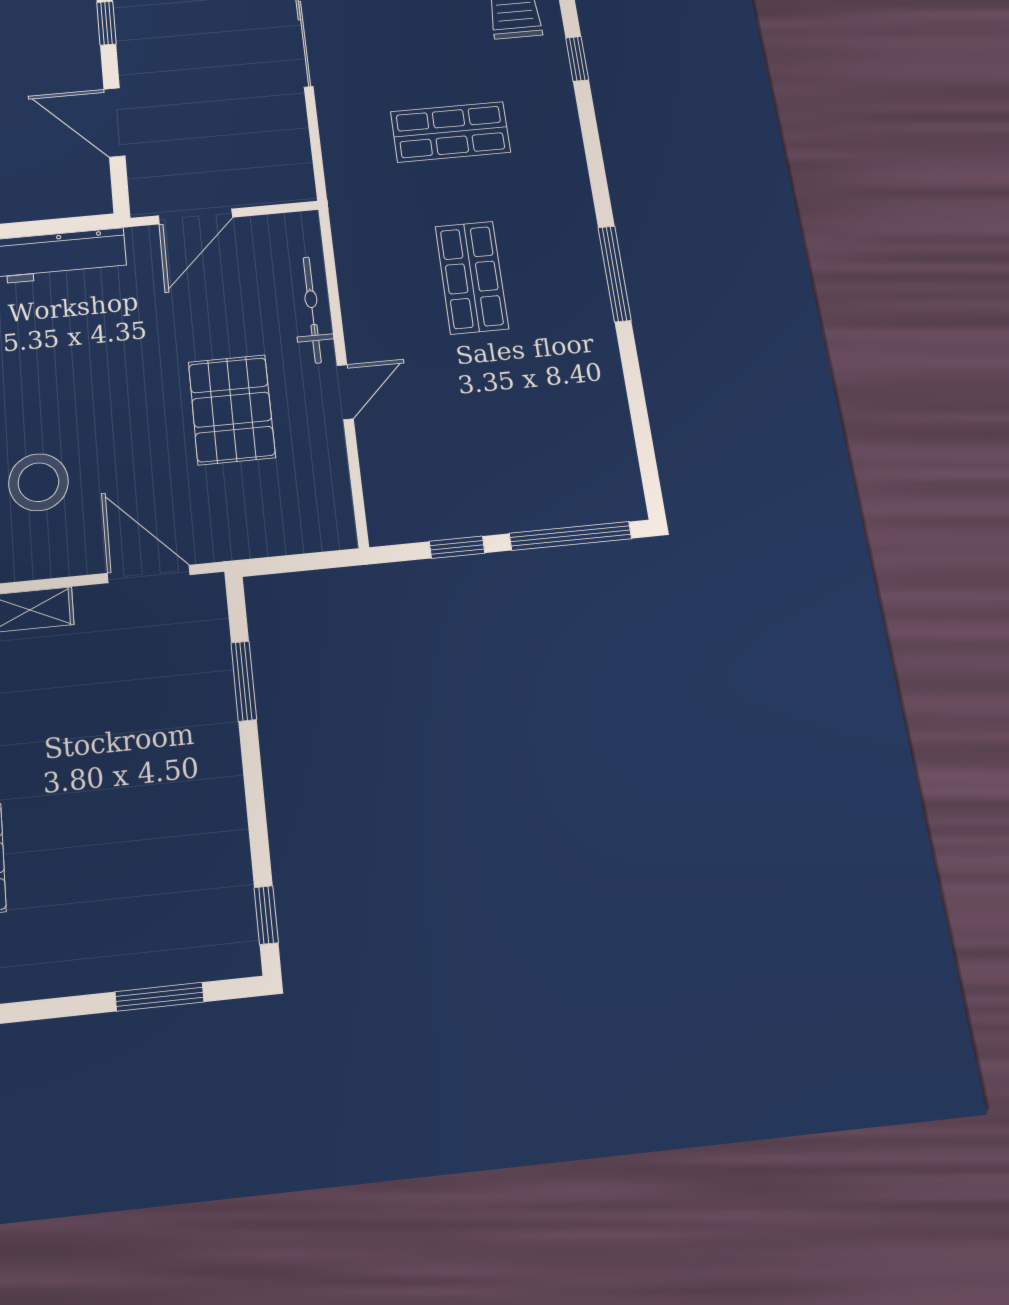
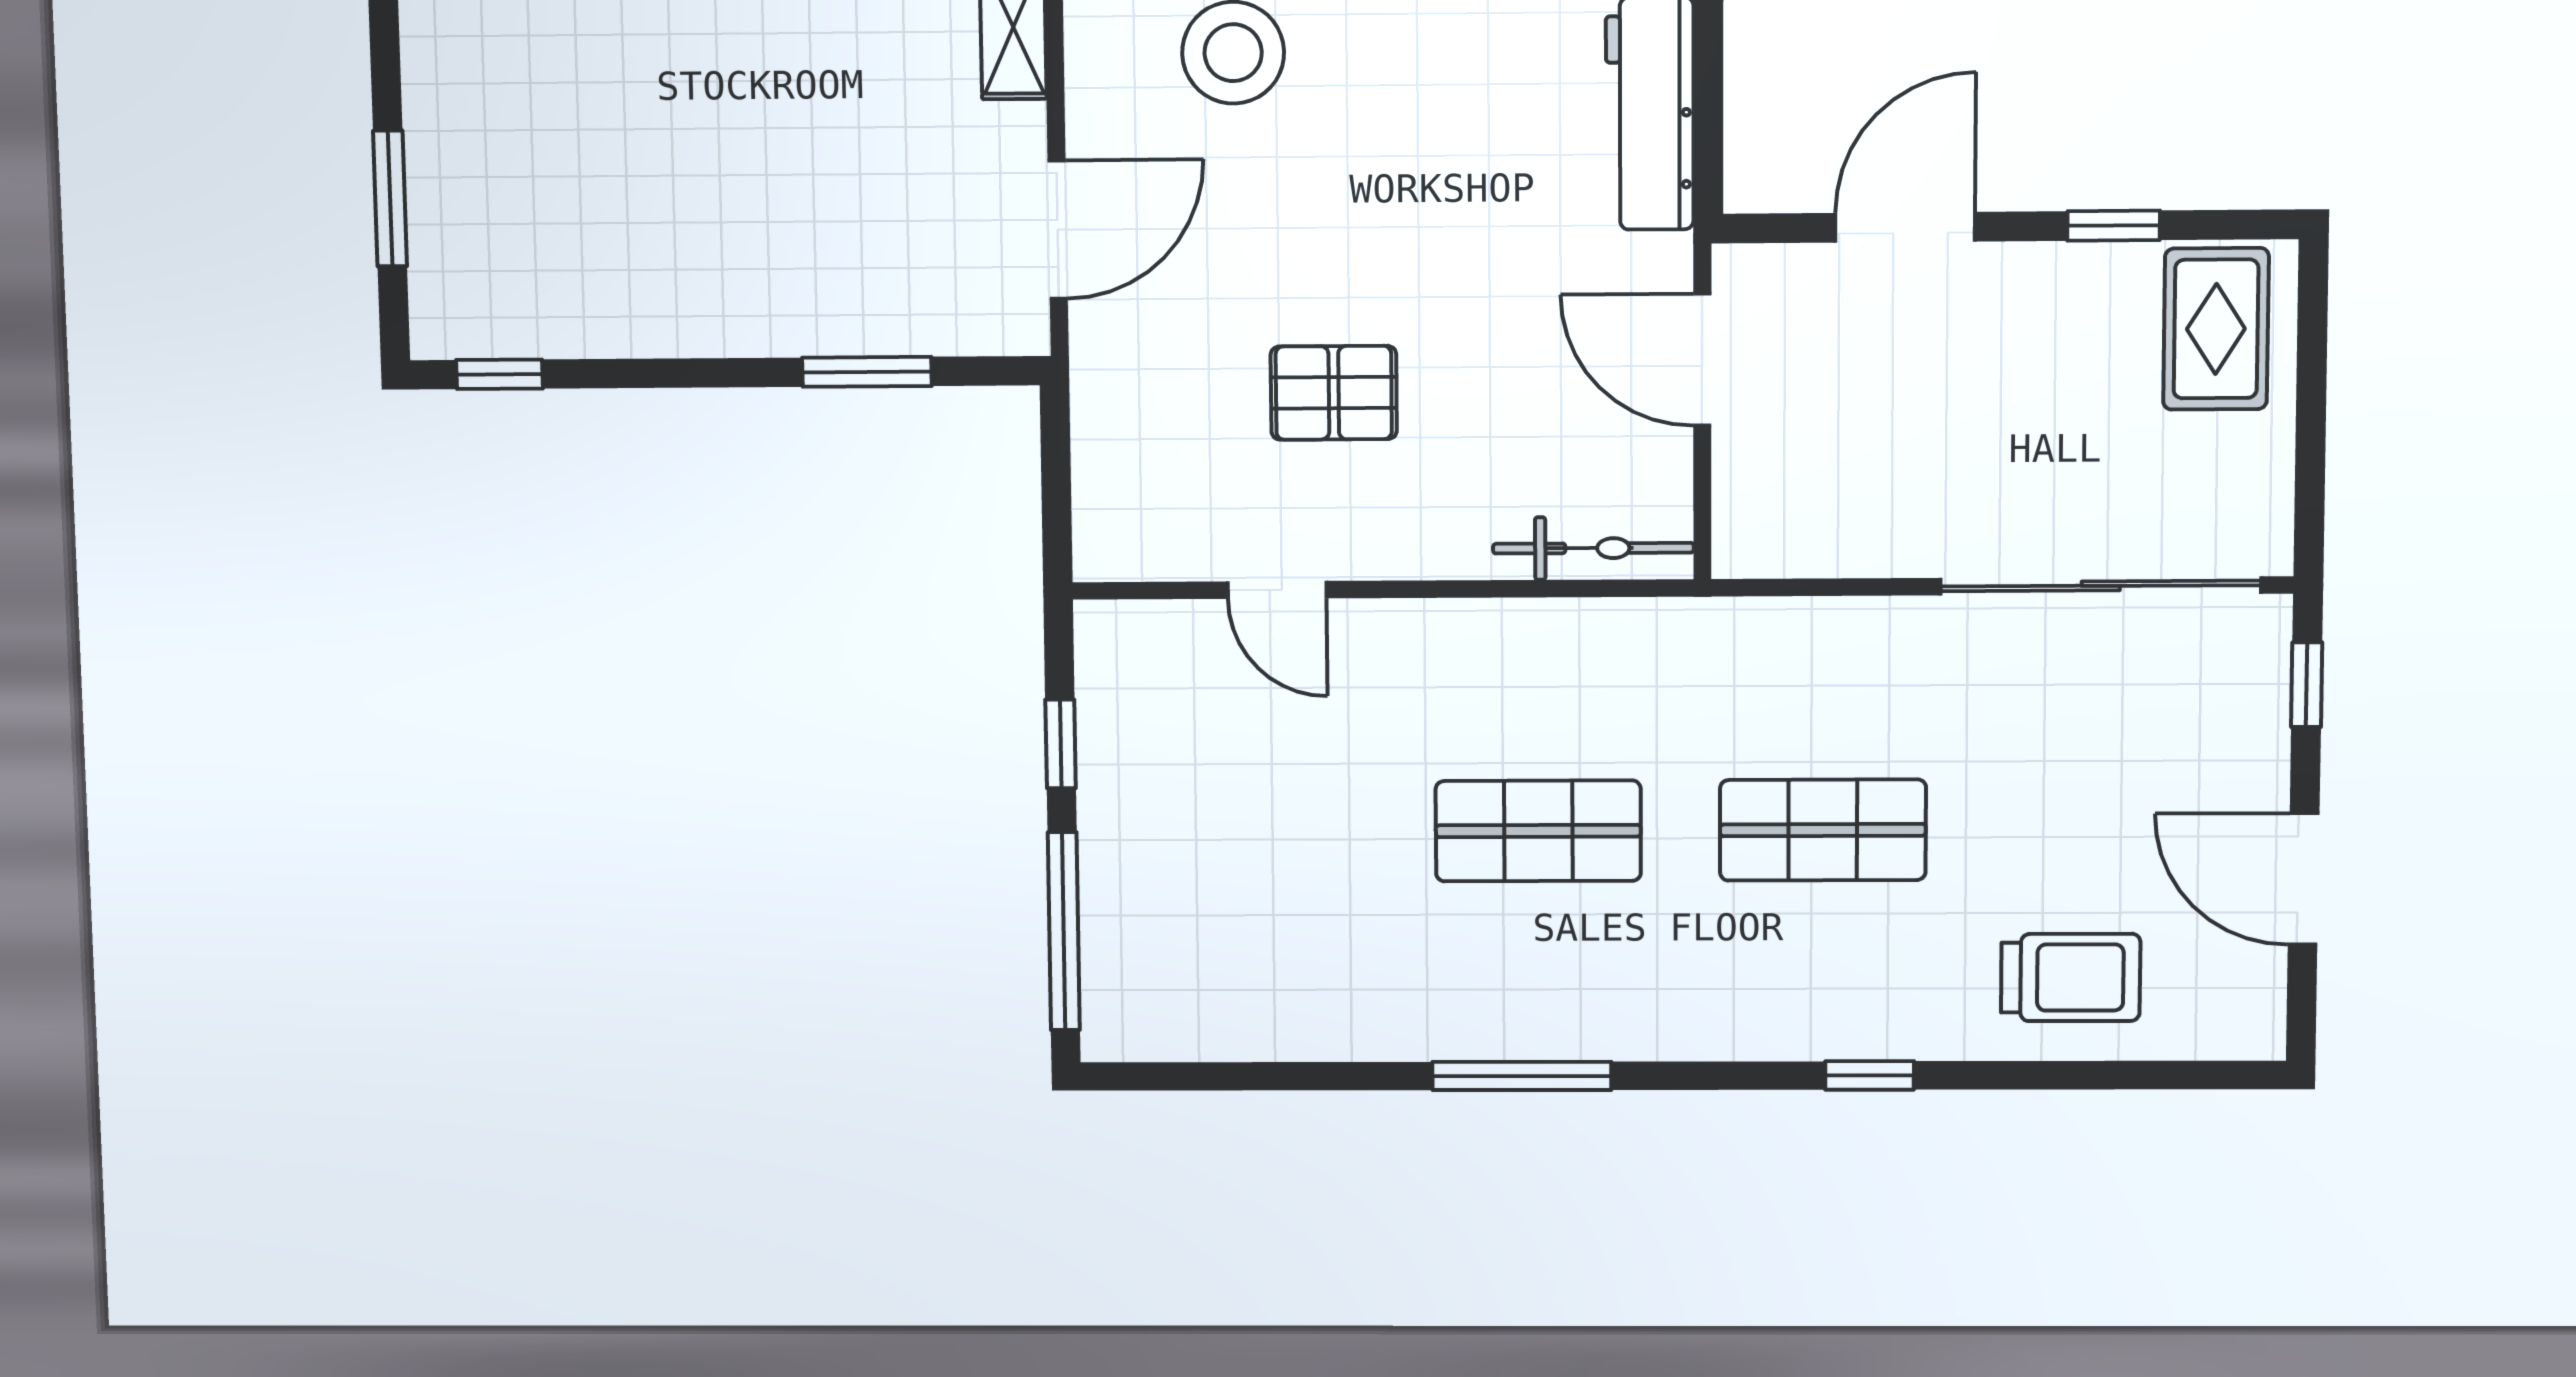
window: (577, 59) -> (1870, 1075), moved
shop shelf: (450, 132) -> (1823, 830), turned 90
bicycle: (312, 310) -> (1593, 548), moved
door: (345, 392) -> (1277, 590), moved
pallet: (232, 410) -> (1334, 393), width x0.67, depth x0.71

